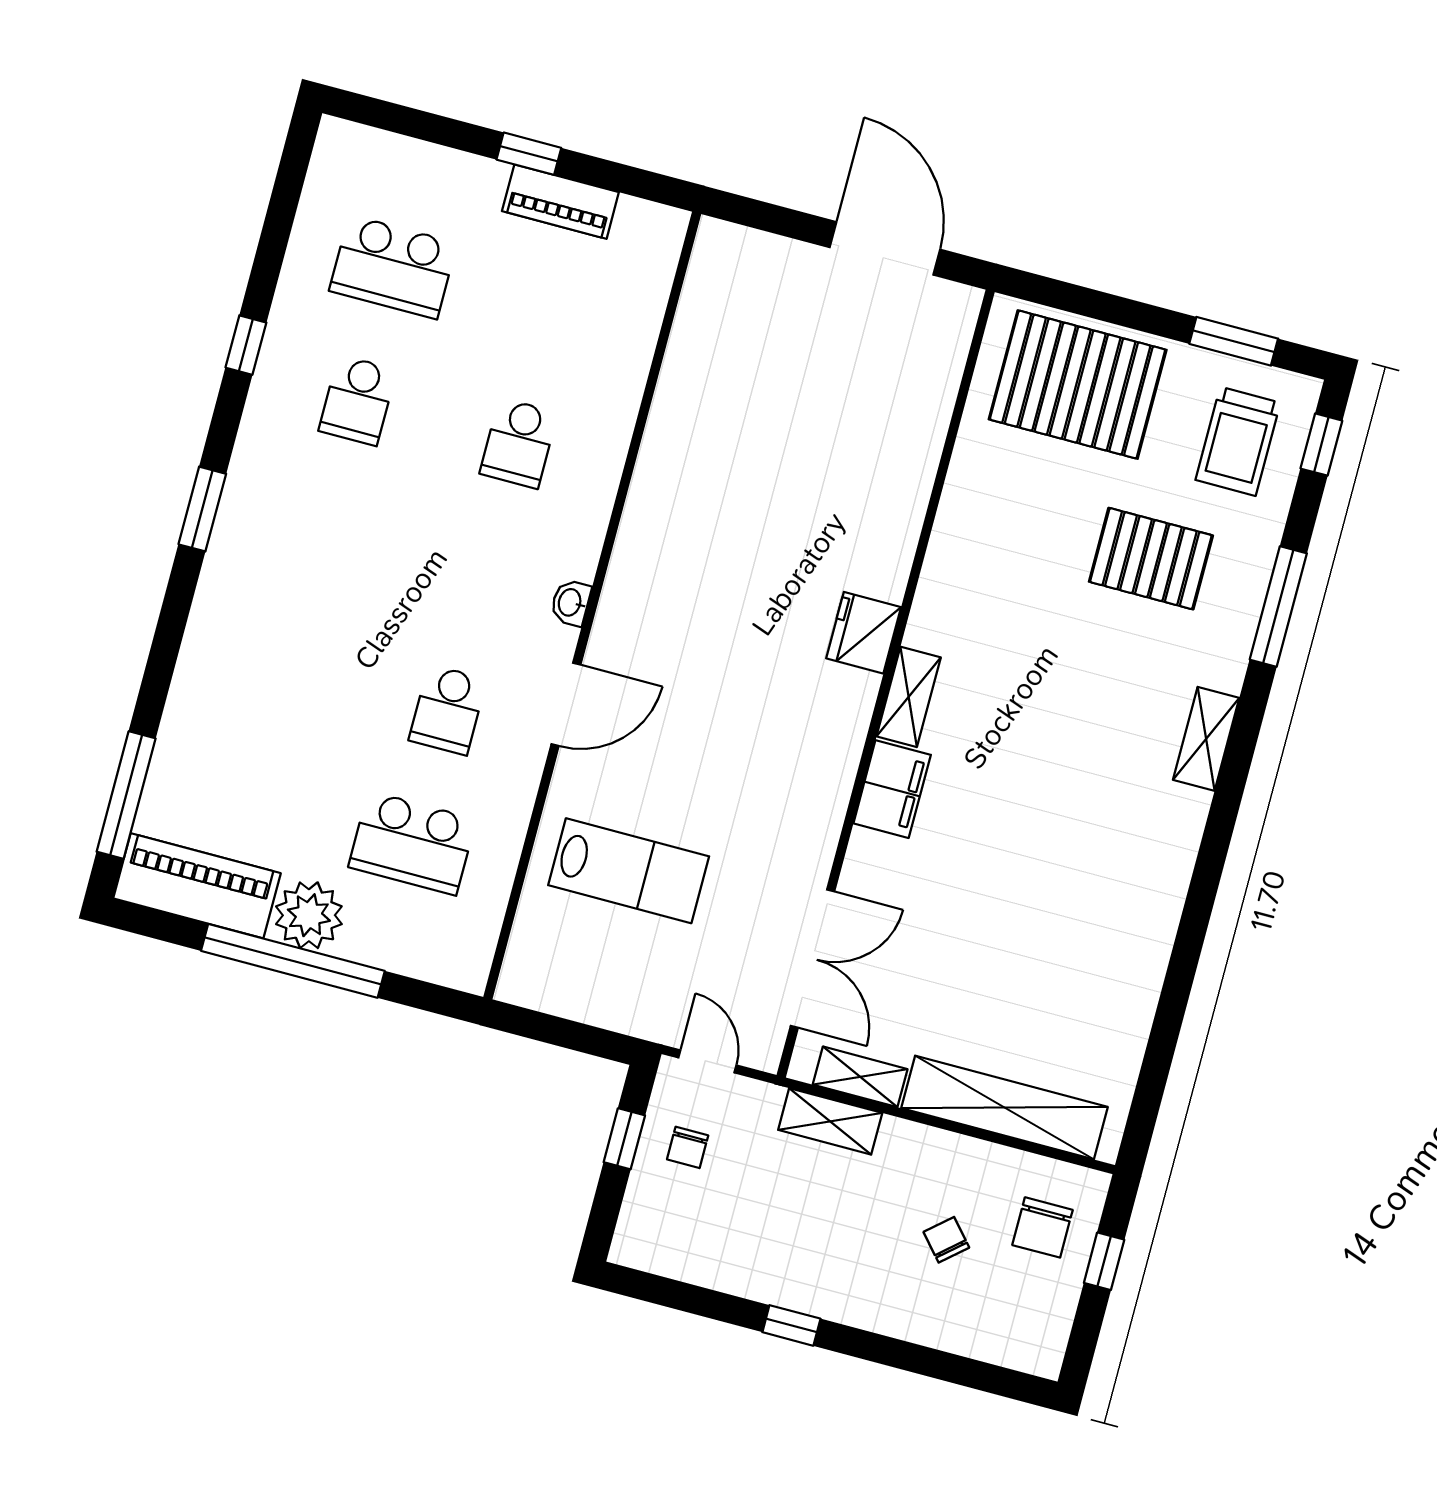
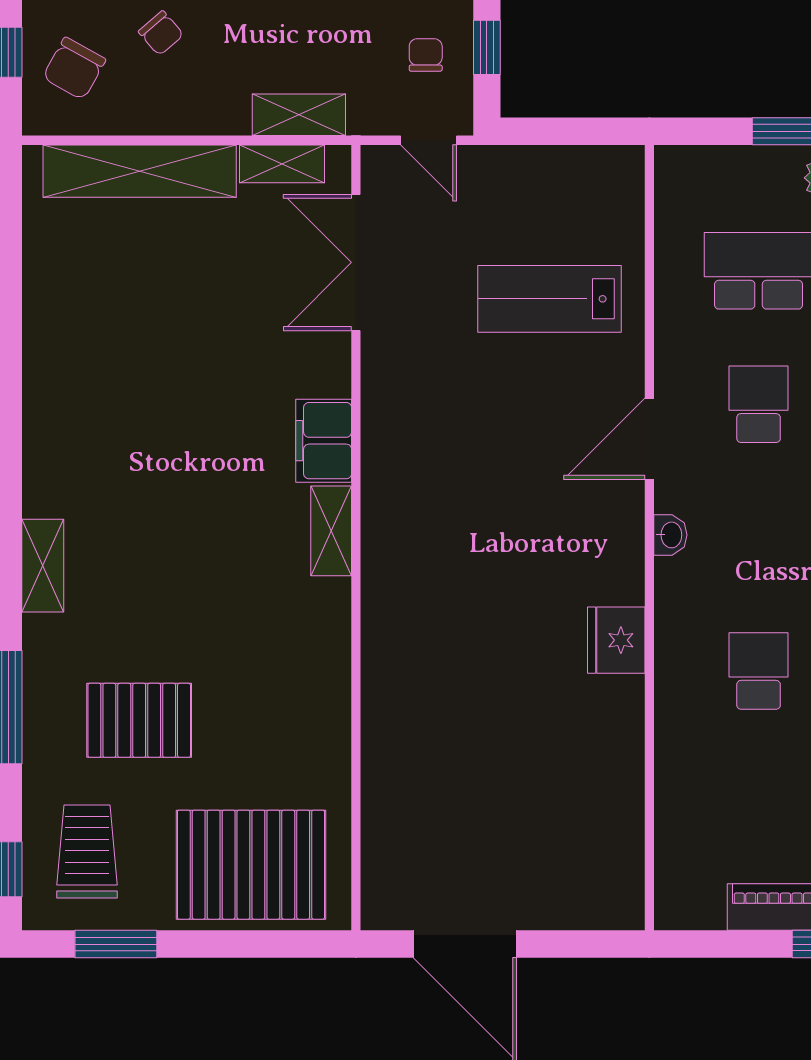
fridge: (864, 633) -> (616, 640), moved, turned 180
chair: (1043, 1227) -> (74, 68), turned -151

